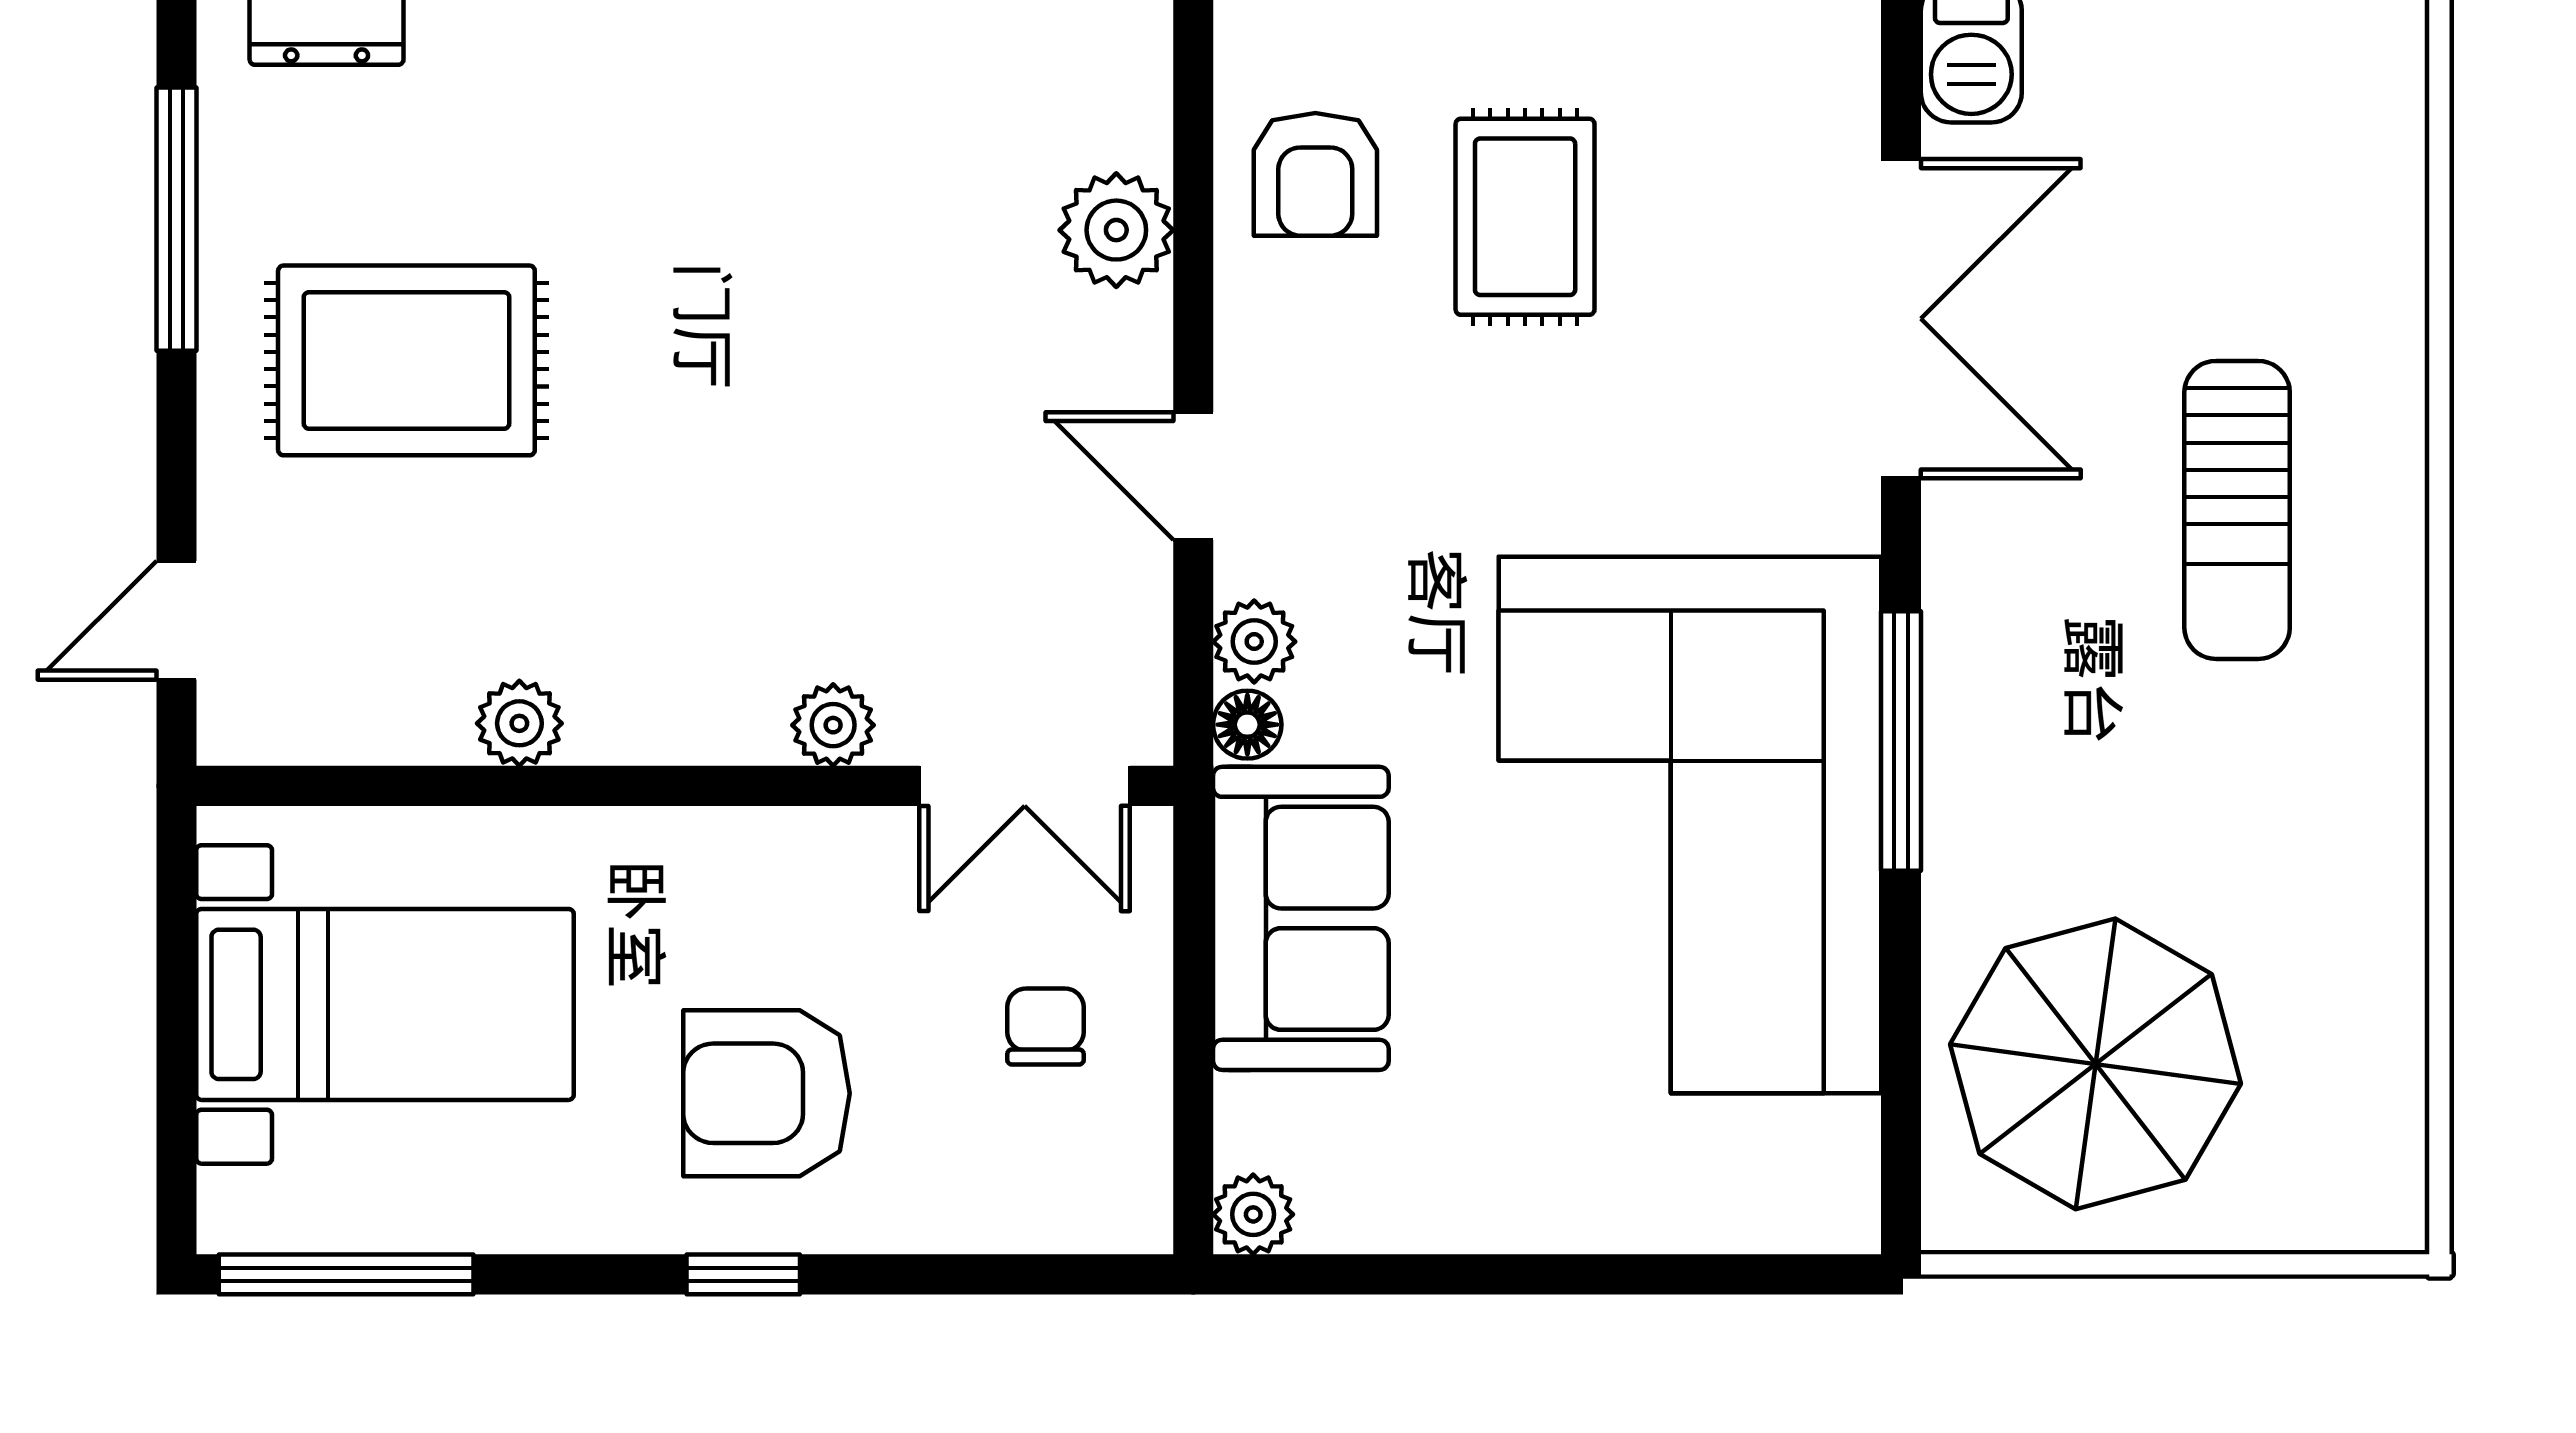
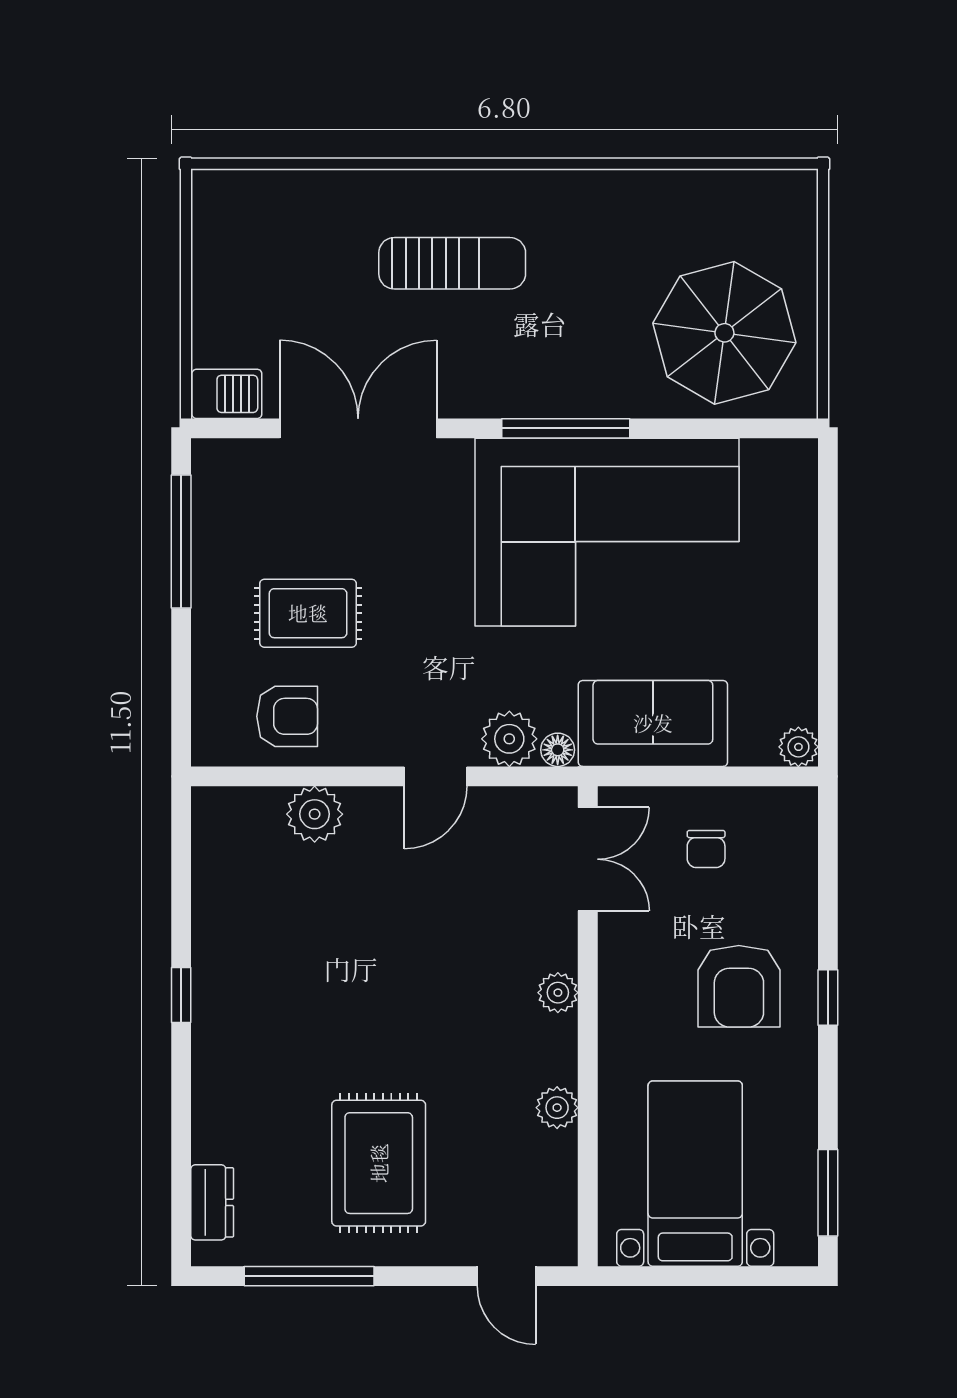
plant: (1254, 642) -> (509, 739), width x1.38, depth x1.38
plant: (833, 725) -> (558, 993), moved
chair: (1045, 1027) -> (706, 849), turned -90
window: (346, 1274) -> (828, 1193), width x0.69

